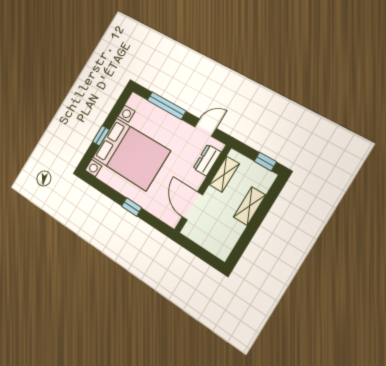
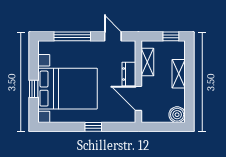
door: (206, 128) -> (113, 36), hinge flipped
dresser: (207, 160) -> (129, 74), moved
boiler: (221, 248) -> (177, 115), added

